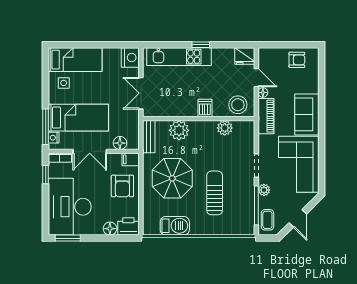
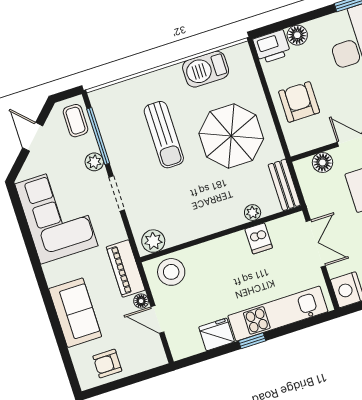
fridge: (245, 56) -> (217, 334), moved
dishwasher: (205, 108) -> (259, 238), moved
sofa: (307, 114) -> (75, 313), moved
plant: (225, 128) -> (153, 241), moved
plant: (179, 130) -> (253, 213), width x0.53, depth x0.53
filing cabinet: (131, 159) -> (300, 144), removed

